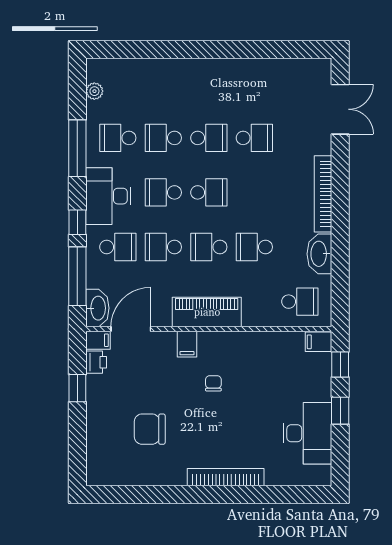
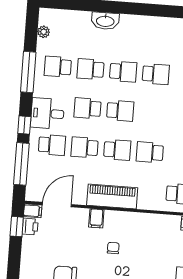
desk: (108, 196) -> (47, 113), width x0.73
school desk: (209, 247) -> (117, 150), turned 180
washbasin: (97, 308) -> (105, 21), moved, turned 90
window: (77, 388) -> (17, 227), moved

